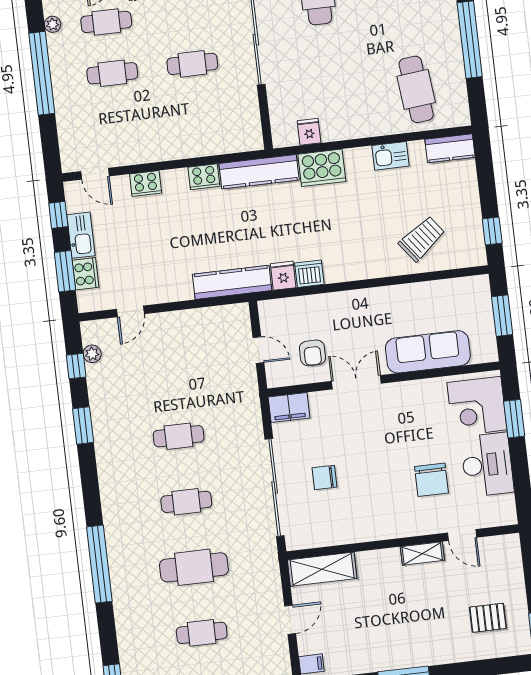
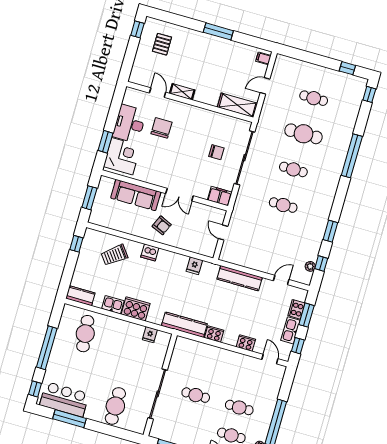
cooker: (322, 168) -> (136, 309), moved
dishwasher: (309, 274) -> (150, 252), moved
kitchen counter: (232, 282) -> (240, 278), moved
armchair: (312, 353) -> (162, 225), moved, turned 114
pallet: (488, 618) -> (162, 44), turned 90

